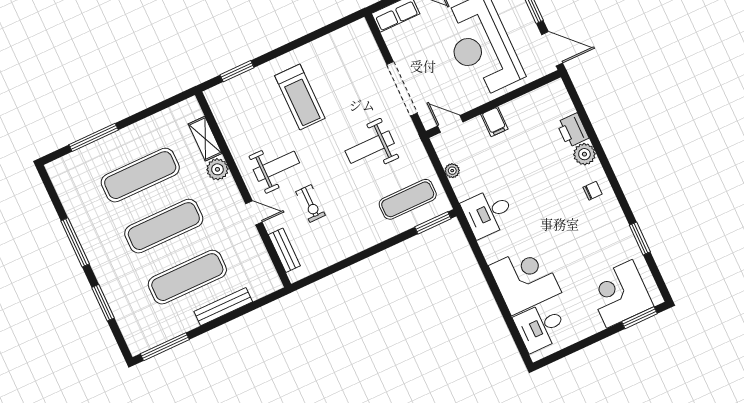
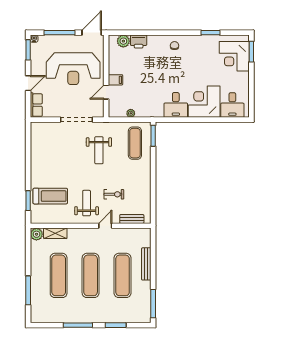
treadmill: (300, 97) -> (50, 196), moved
door: (450, 124) -> (106, 92), moved
plant: (584, 154) -> (123, 41), moved
plant: (217, 169) -> (36, 234), moved
desk: (488, 213) -> (176, 105), moved

